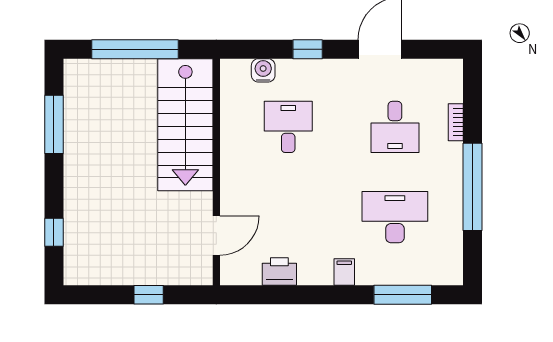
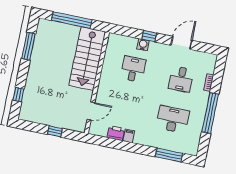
water cooler: (263, 70) -> (143, 45), moved
filing cabinet: (344, 272) -> (129, 136), moved

